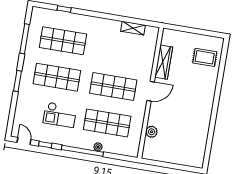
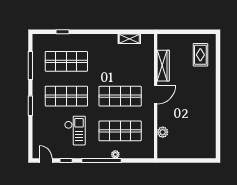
rug: (205, 57) -> (200, 55), turned 90
checkout: (60, 115) -> (75, 131), turned -90

